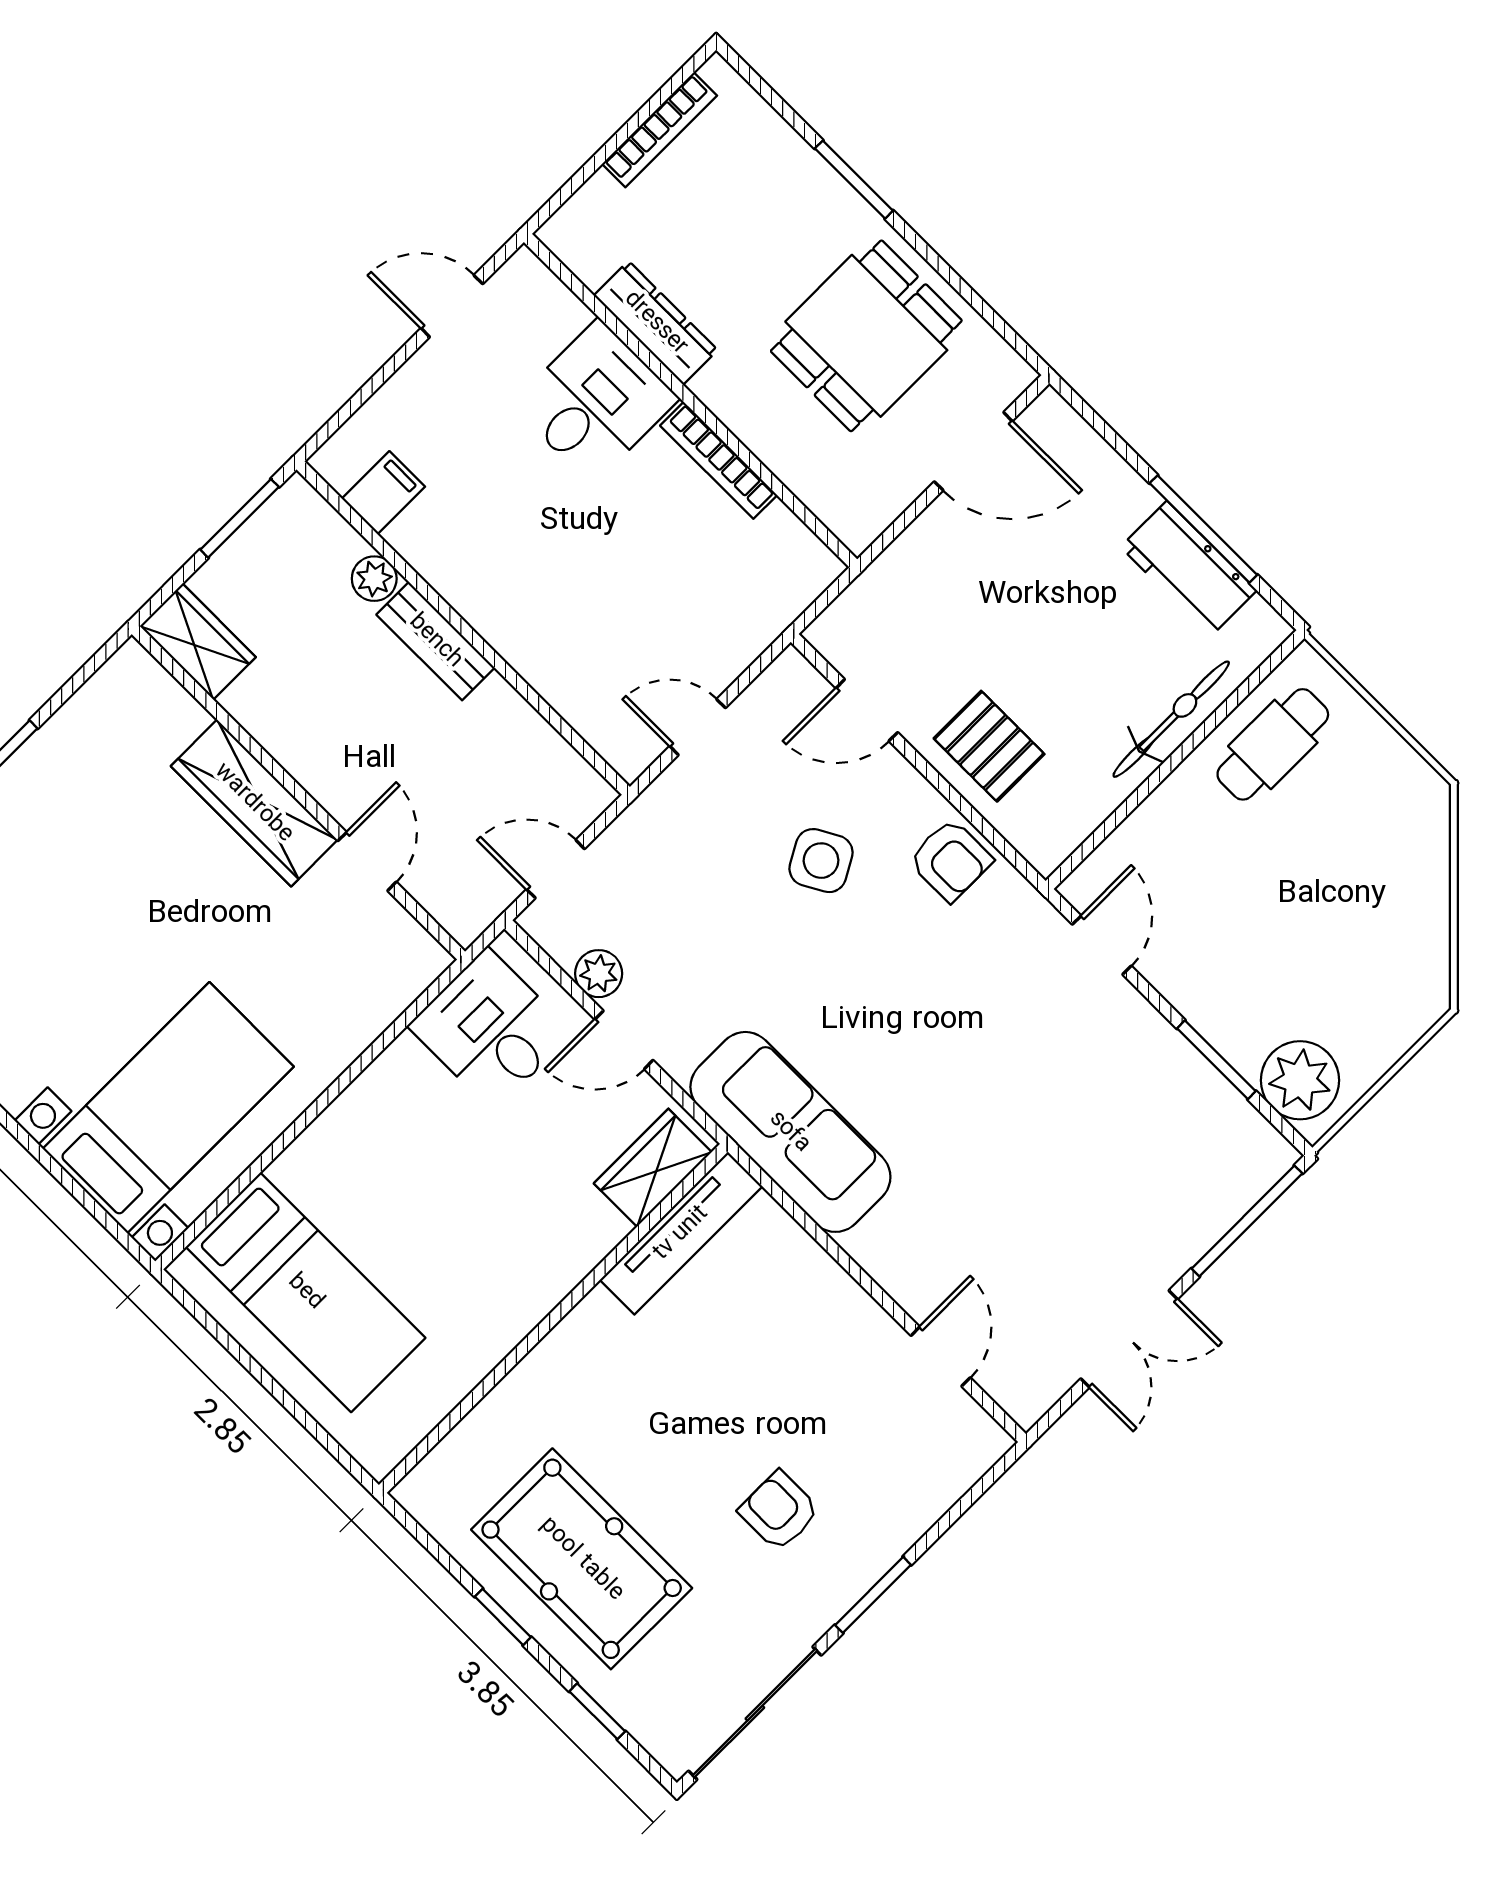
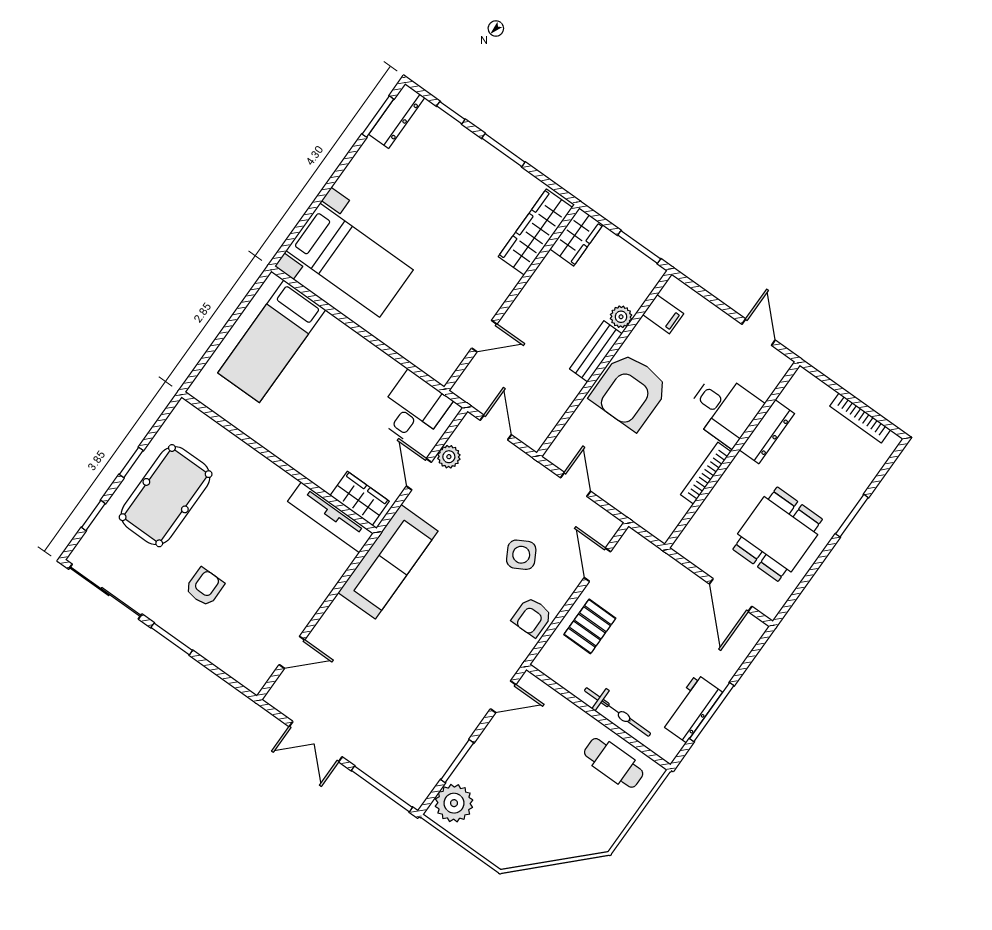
dining table: (866, 336) -> (778, 534), turned 90
armchair: (527, 586) -> (630, 391), added
wardrobe: (254, 803) -> (535, 232), moved

